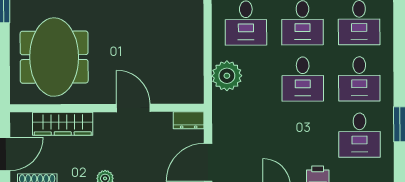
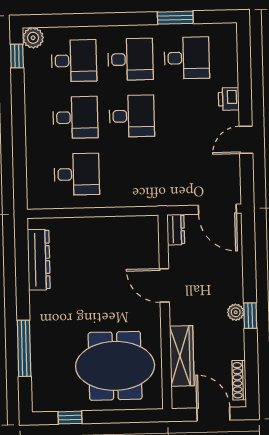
plant: (227, 76) -> (130, 192), removed
door: (133, 108) -> (164, 285), hinge flipped

